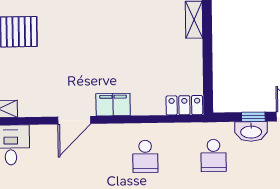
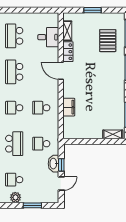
filing cabinet: (113, 105) -> (69, 107), moved
locker: (184, 105) -> (68, 52), moved

